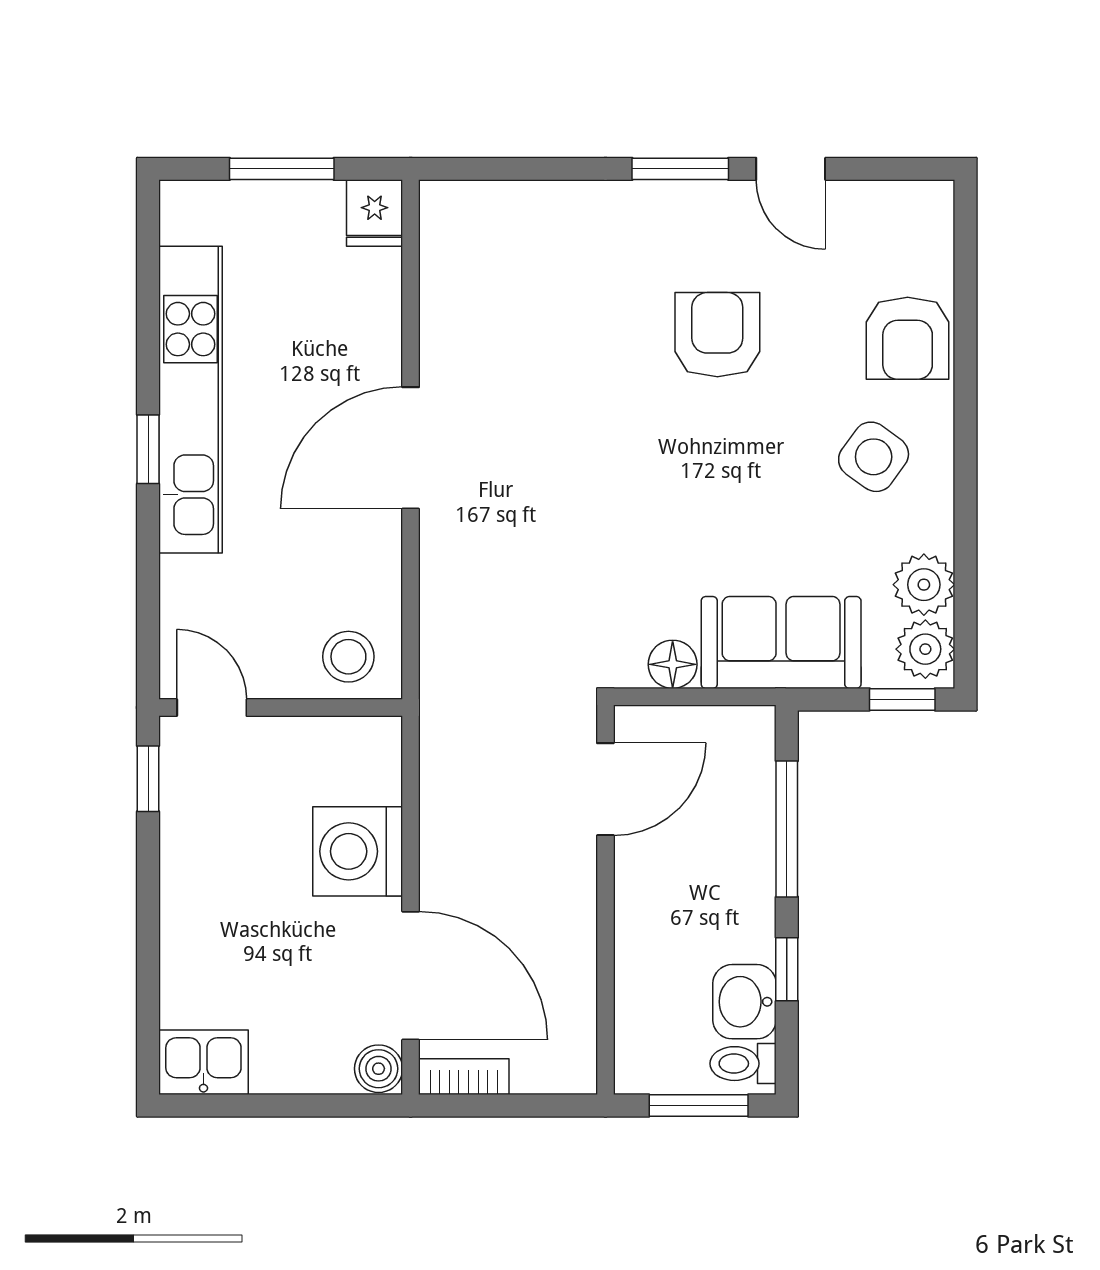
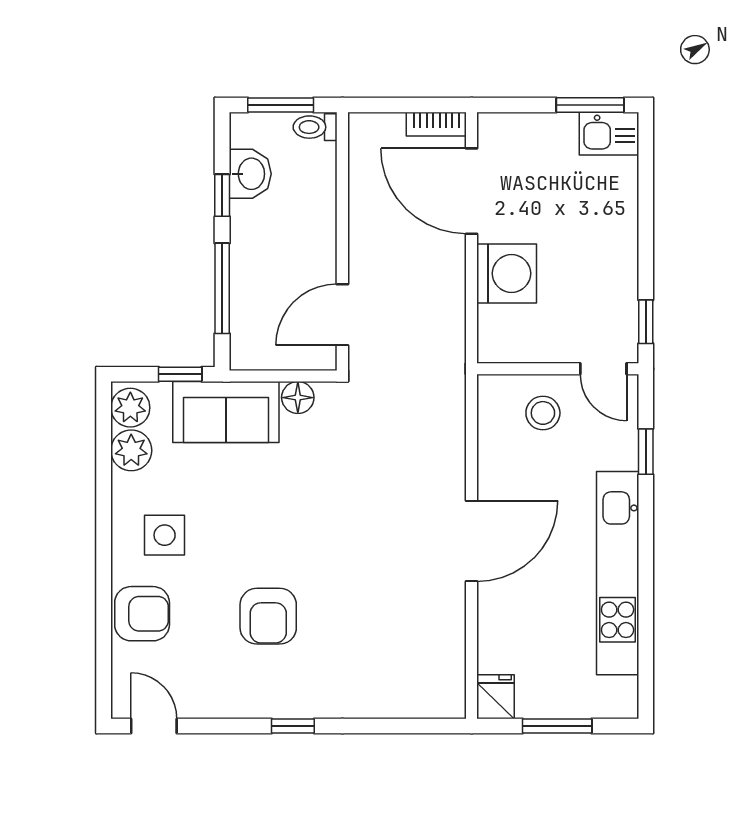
window: (680, 169) -> (293, 726), width x0.67
door: (791, 169) -> (154, 726), moved
armchair: (908, 338) -> (142, 614), turned 90
window: (148, 449) -> (646, 452), moved
side table: (874, 457) -> (165, 535), turned -36
stool: (348, 657) -> (543, 413), moved
window: (902, 699) -> (180, 374), moved
toilet: (743, 1064) -> (315, 127), moved, turned 180
boiler: (379, 1069) -> (493, 129), removed
window: (232, 1105) -> (590, 105), added

